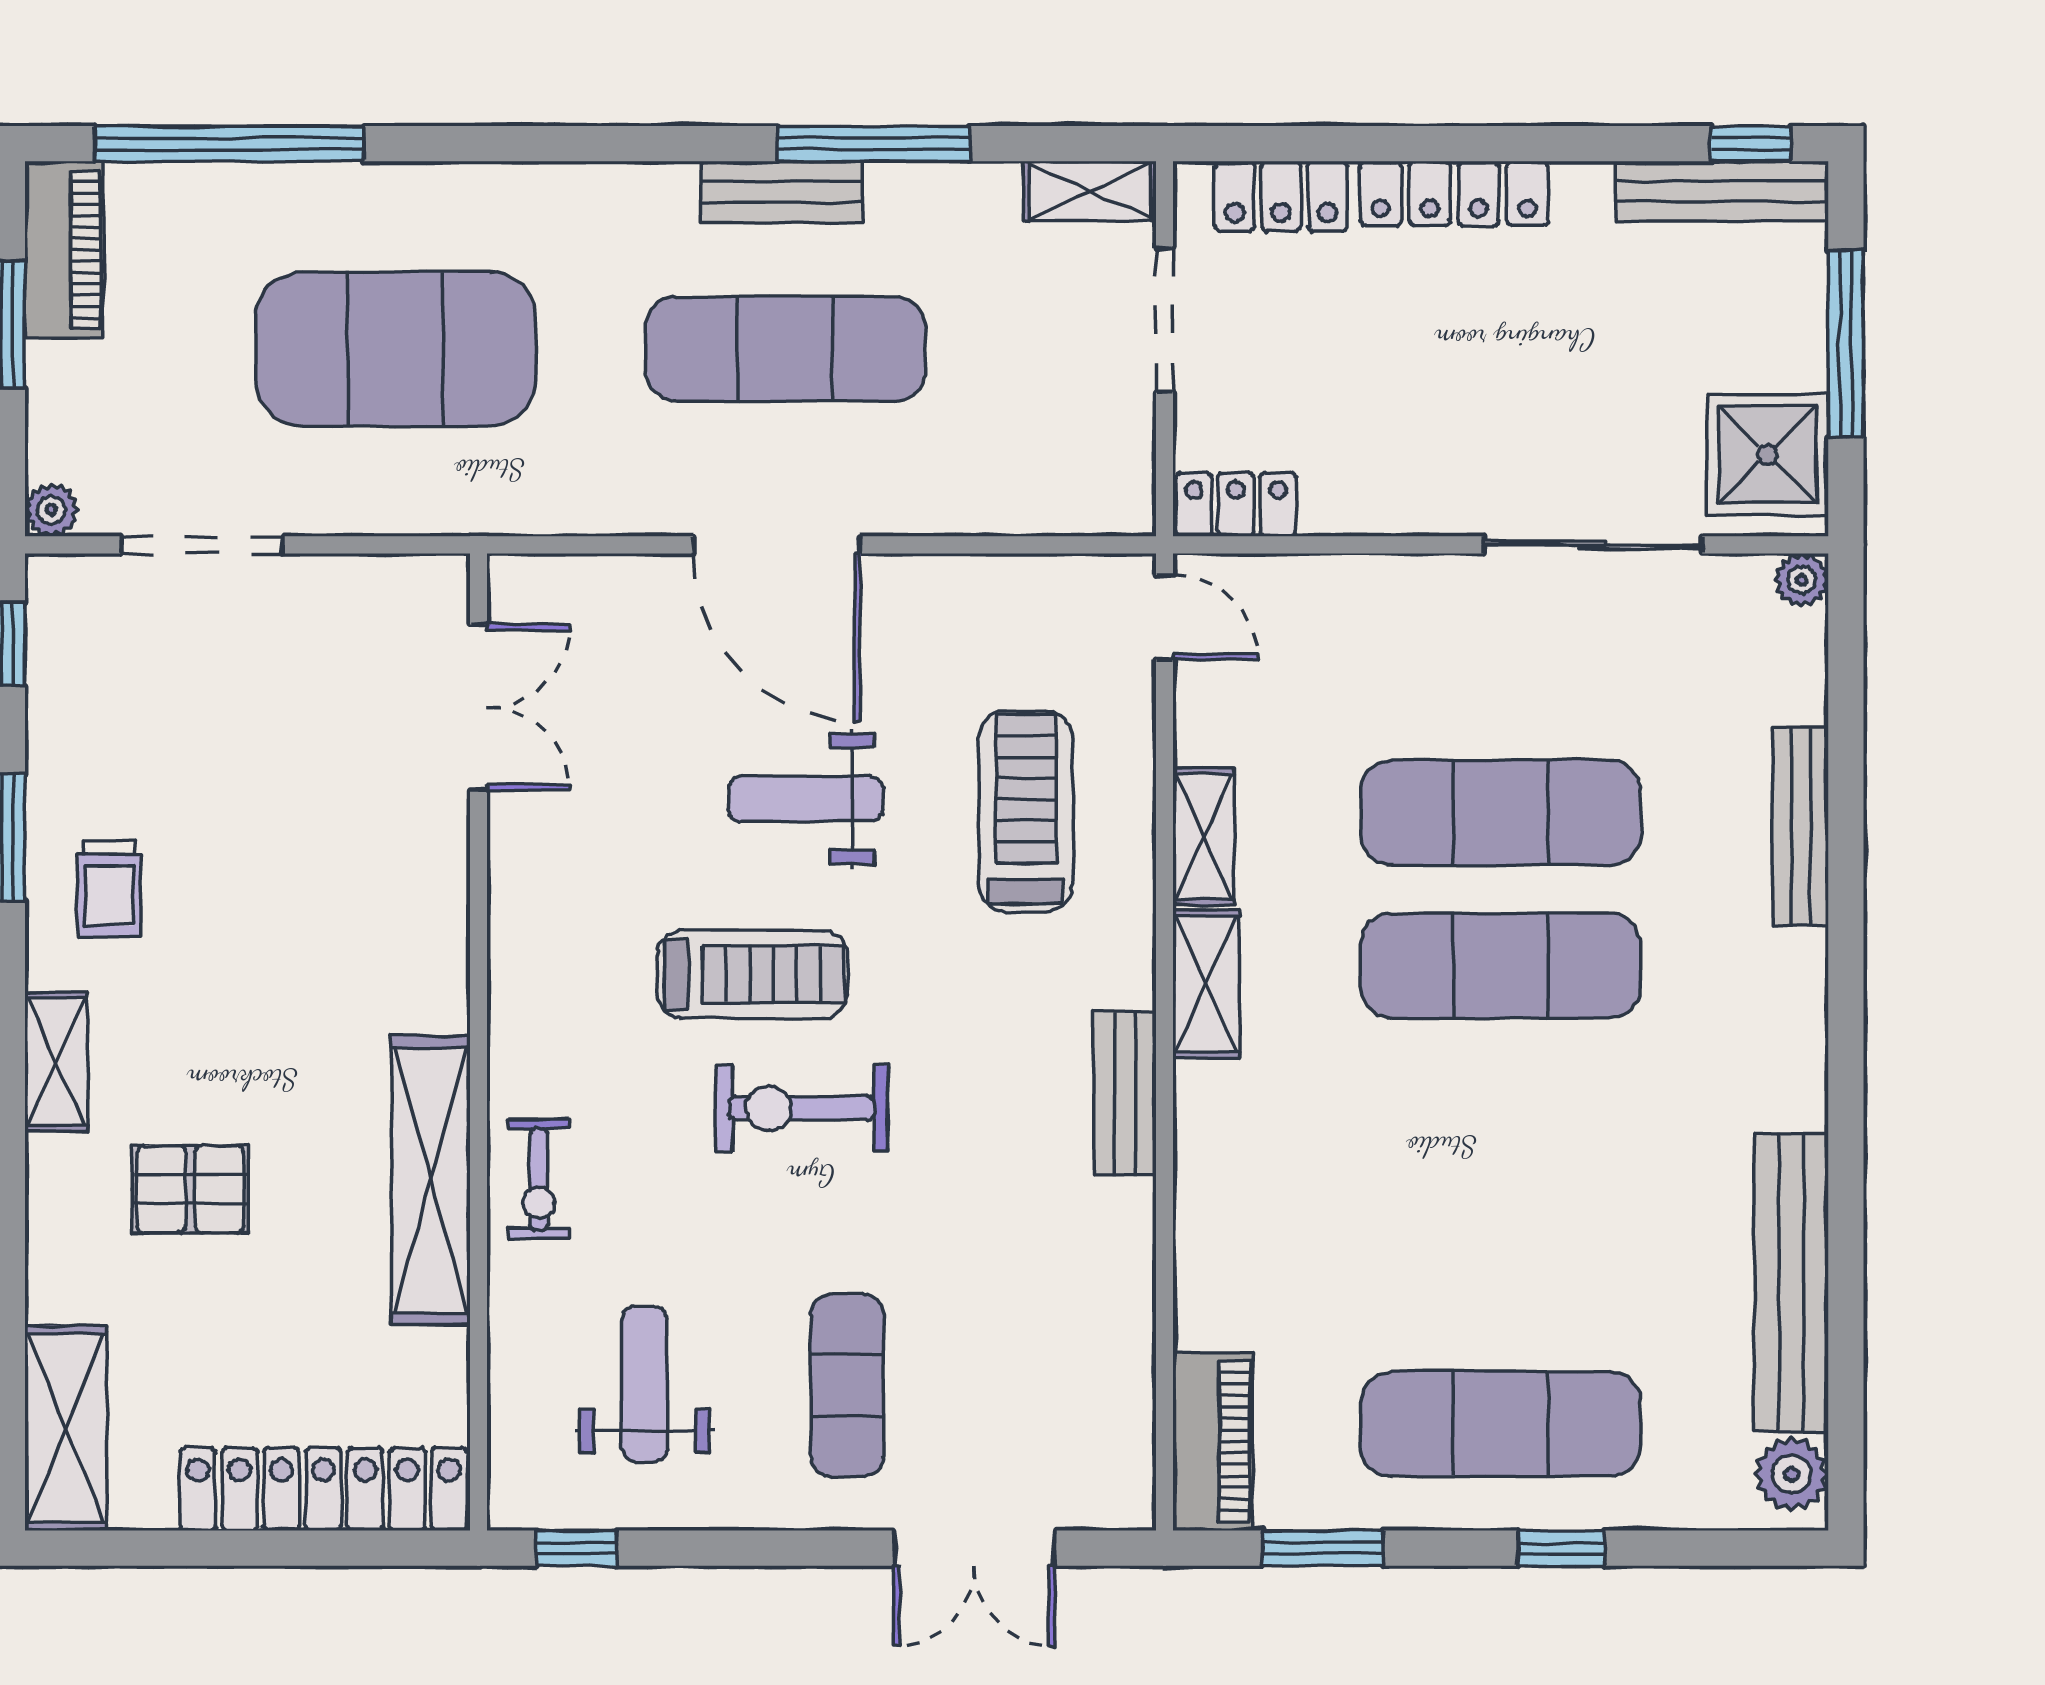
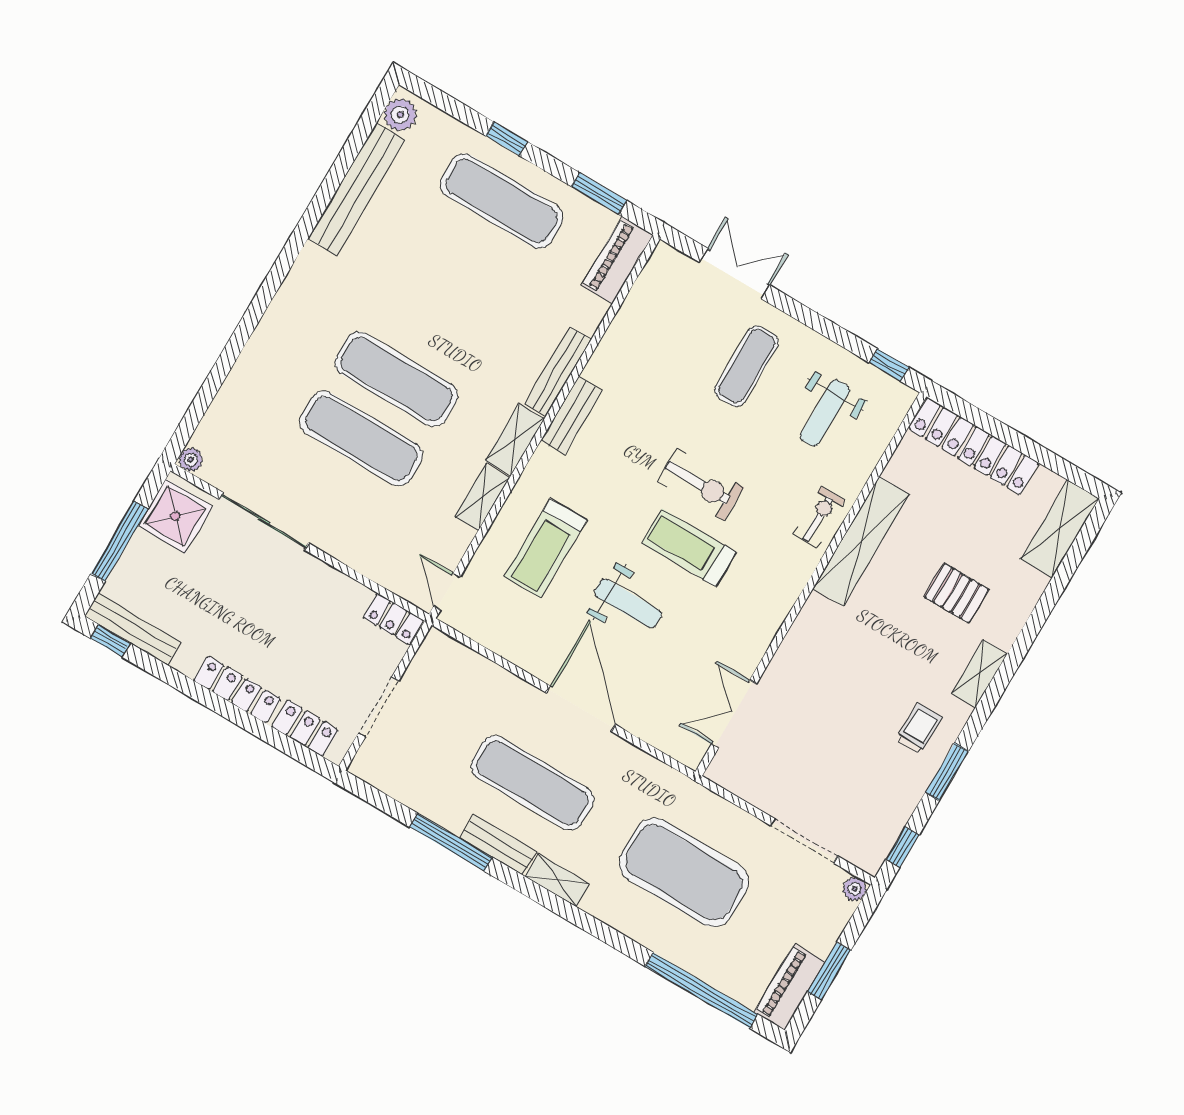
shelving: (1090, 191) -> (557, 880), moved
bench: (1801, 827) -> (558, 371), moved

